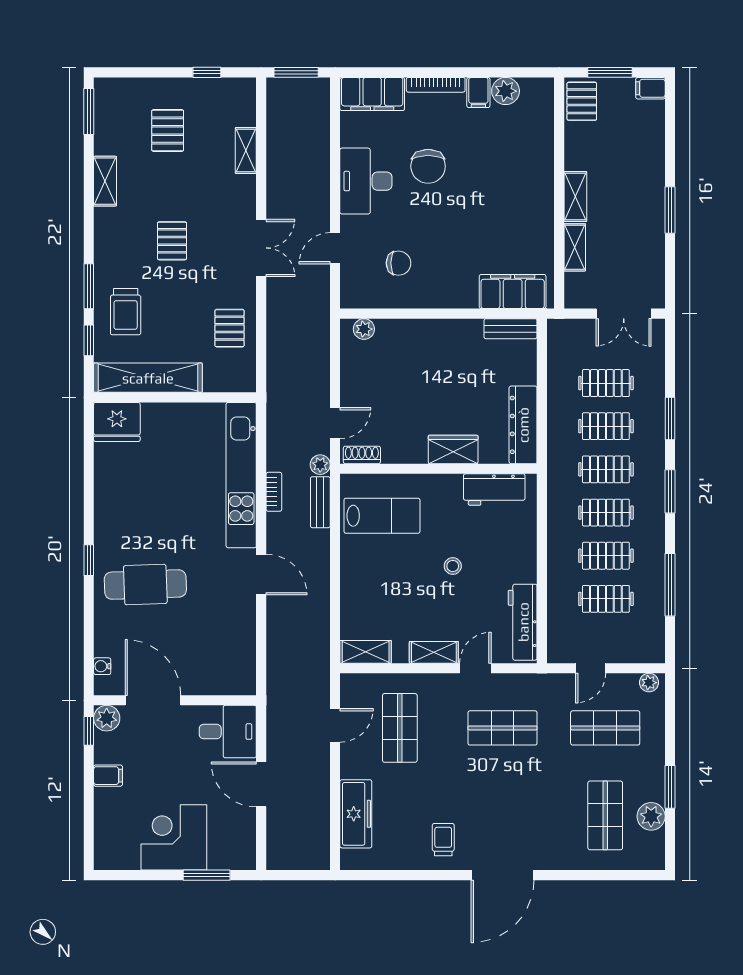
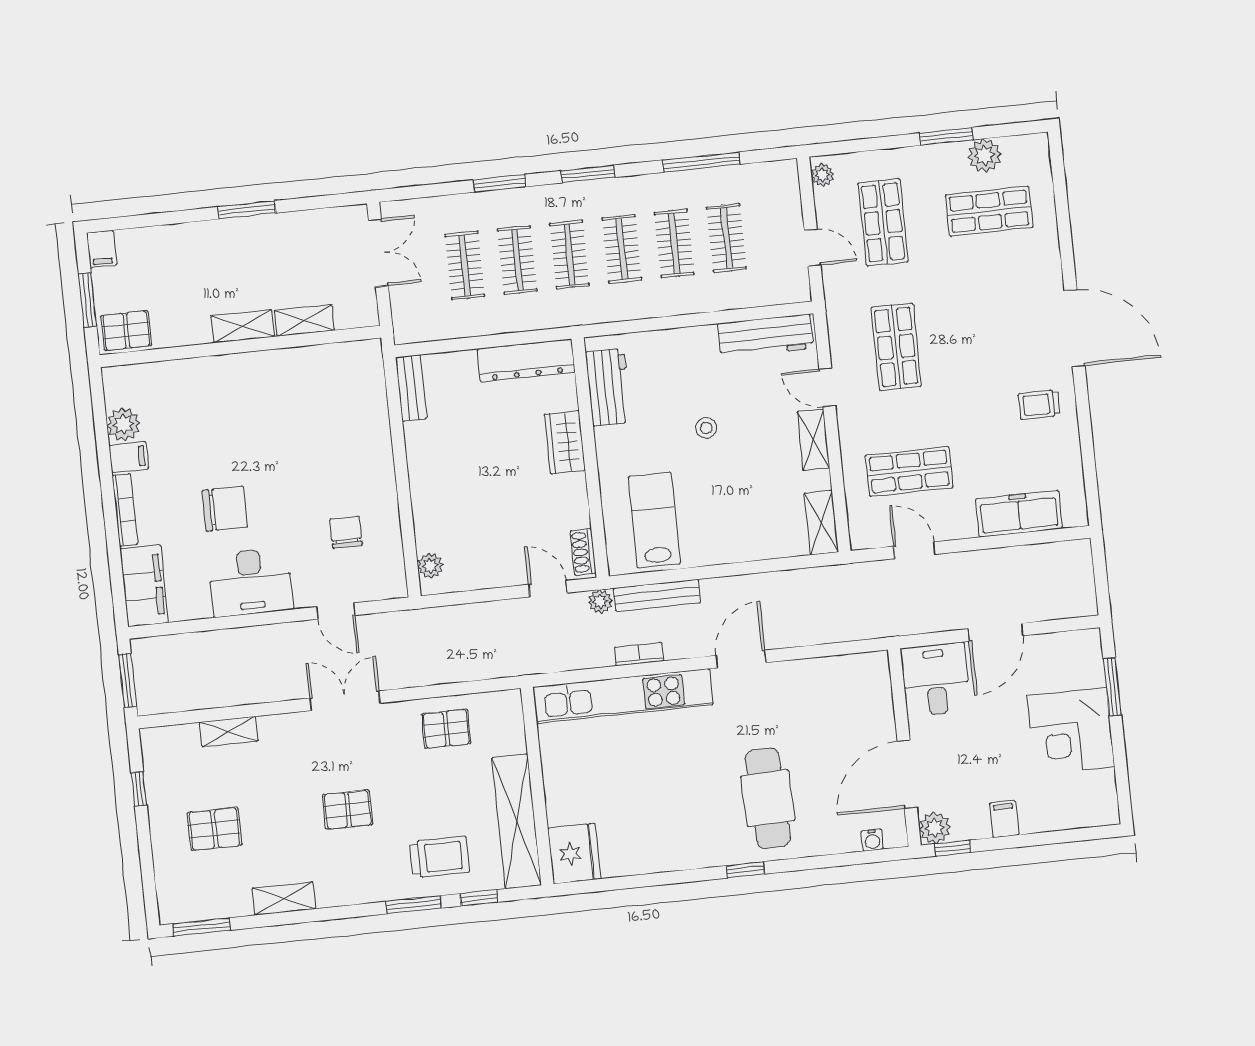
filing cabinet: (513, 292) -> (366, 390), removed
bench: (320, 502) -> (657, 595), width x1.36

